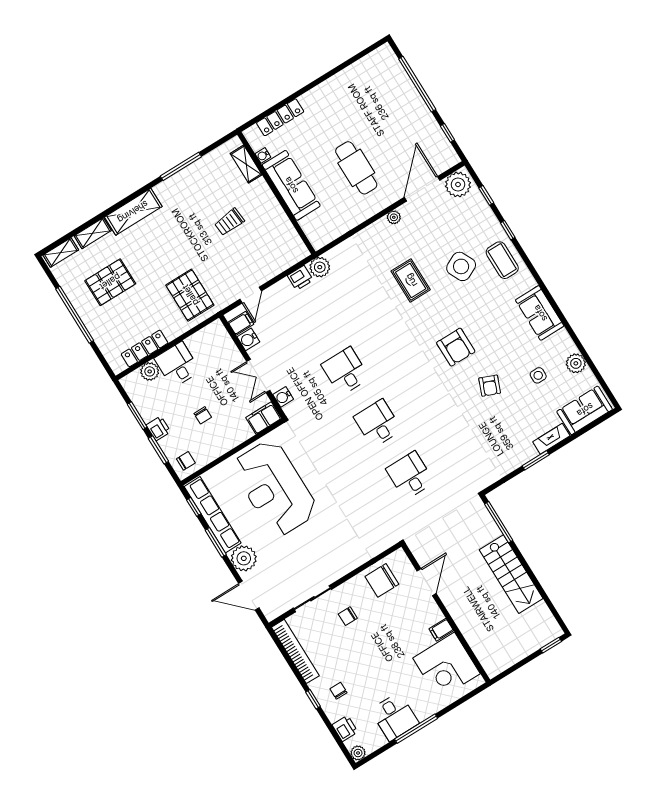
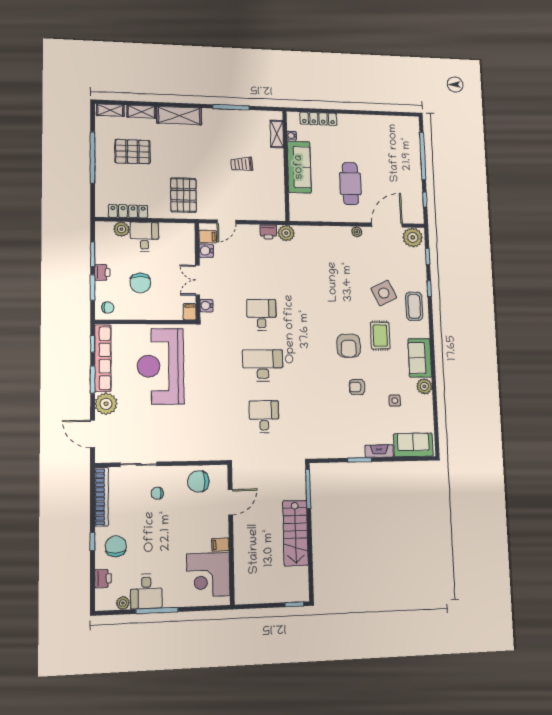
rug: (411, 280) -> (380, 336), moved
plant: (576, 363) -> (424, 386), moved
armchair: (490, 386) -> (357, 387), turned 68
chair: (203, 415) -> (140, 283), width x1.87, depth x1.87
filing cabinet: (264, 418) -> (190, 312), width x0.50
desk: (378, 423) -> (263, 365), width x1.37
chair: (338, 691) -> (116, 546), width x1.87, depth x1.87
plant: (358, 753) -> (123, 603), moved

